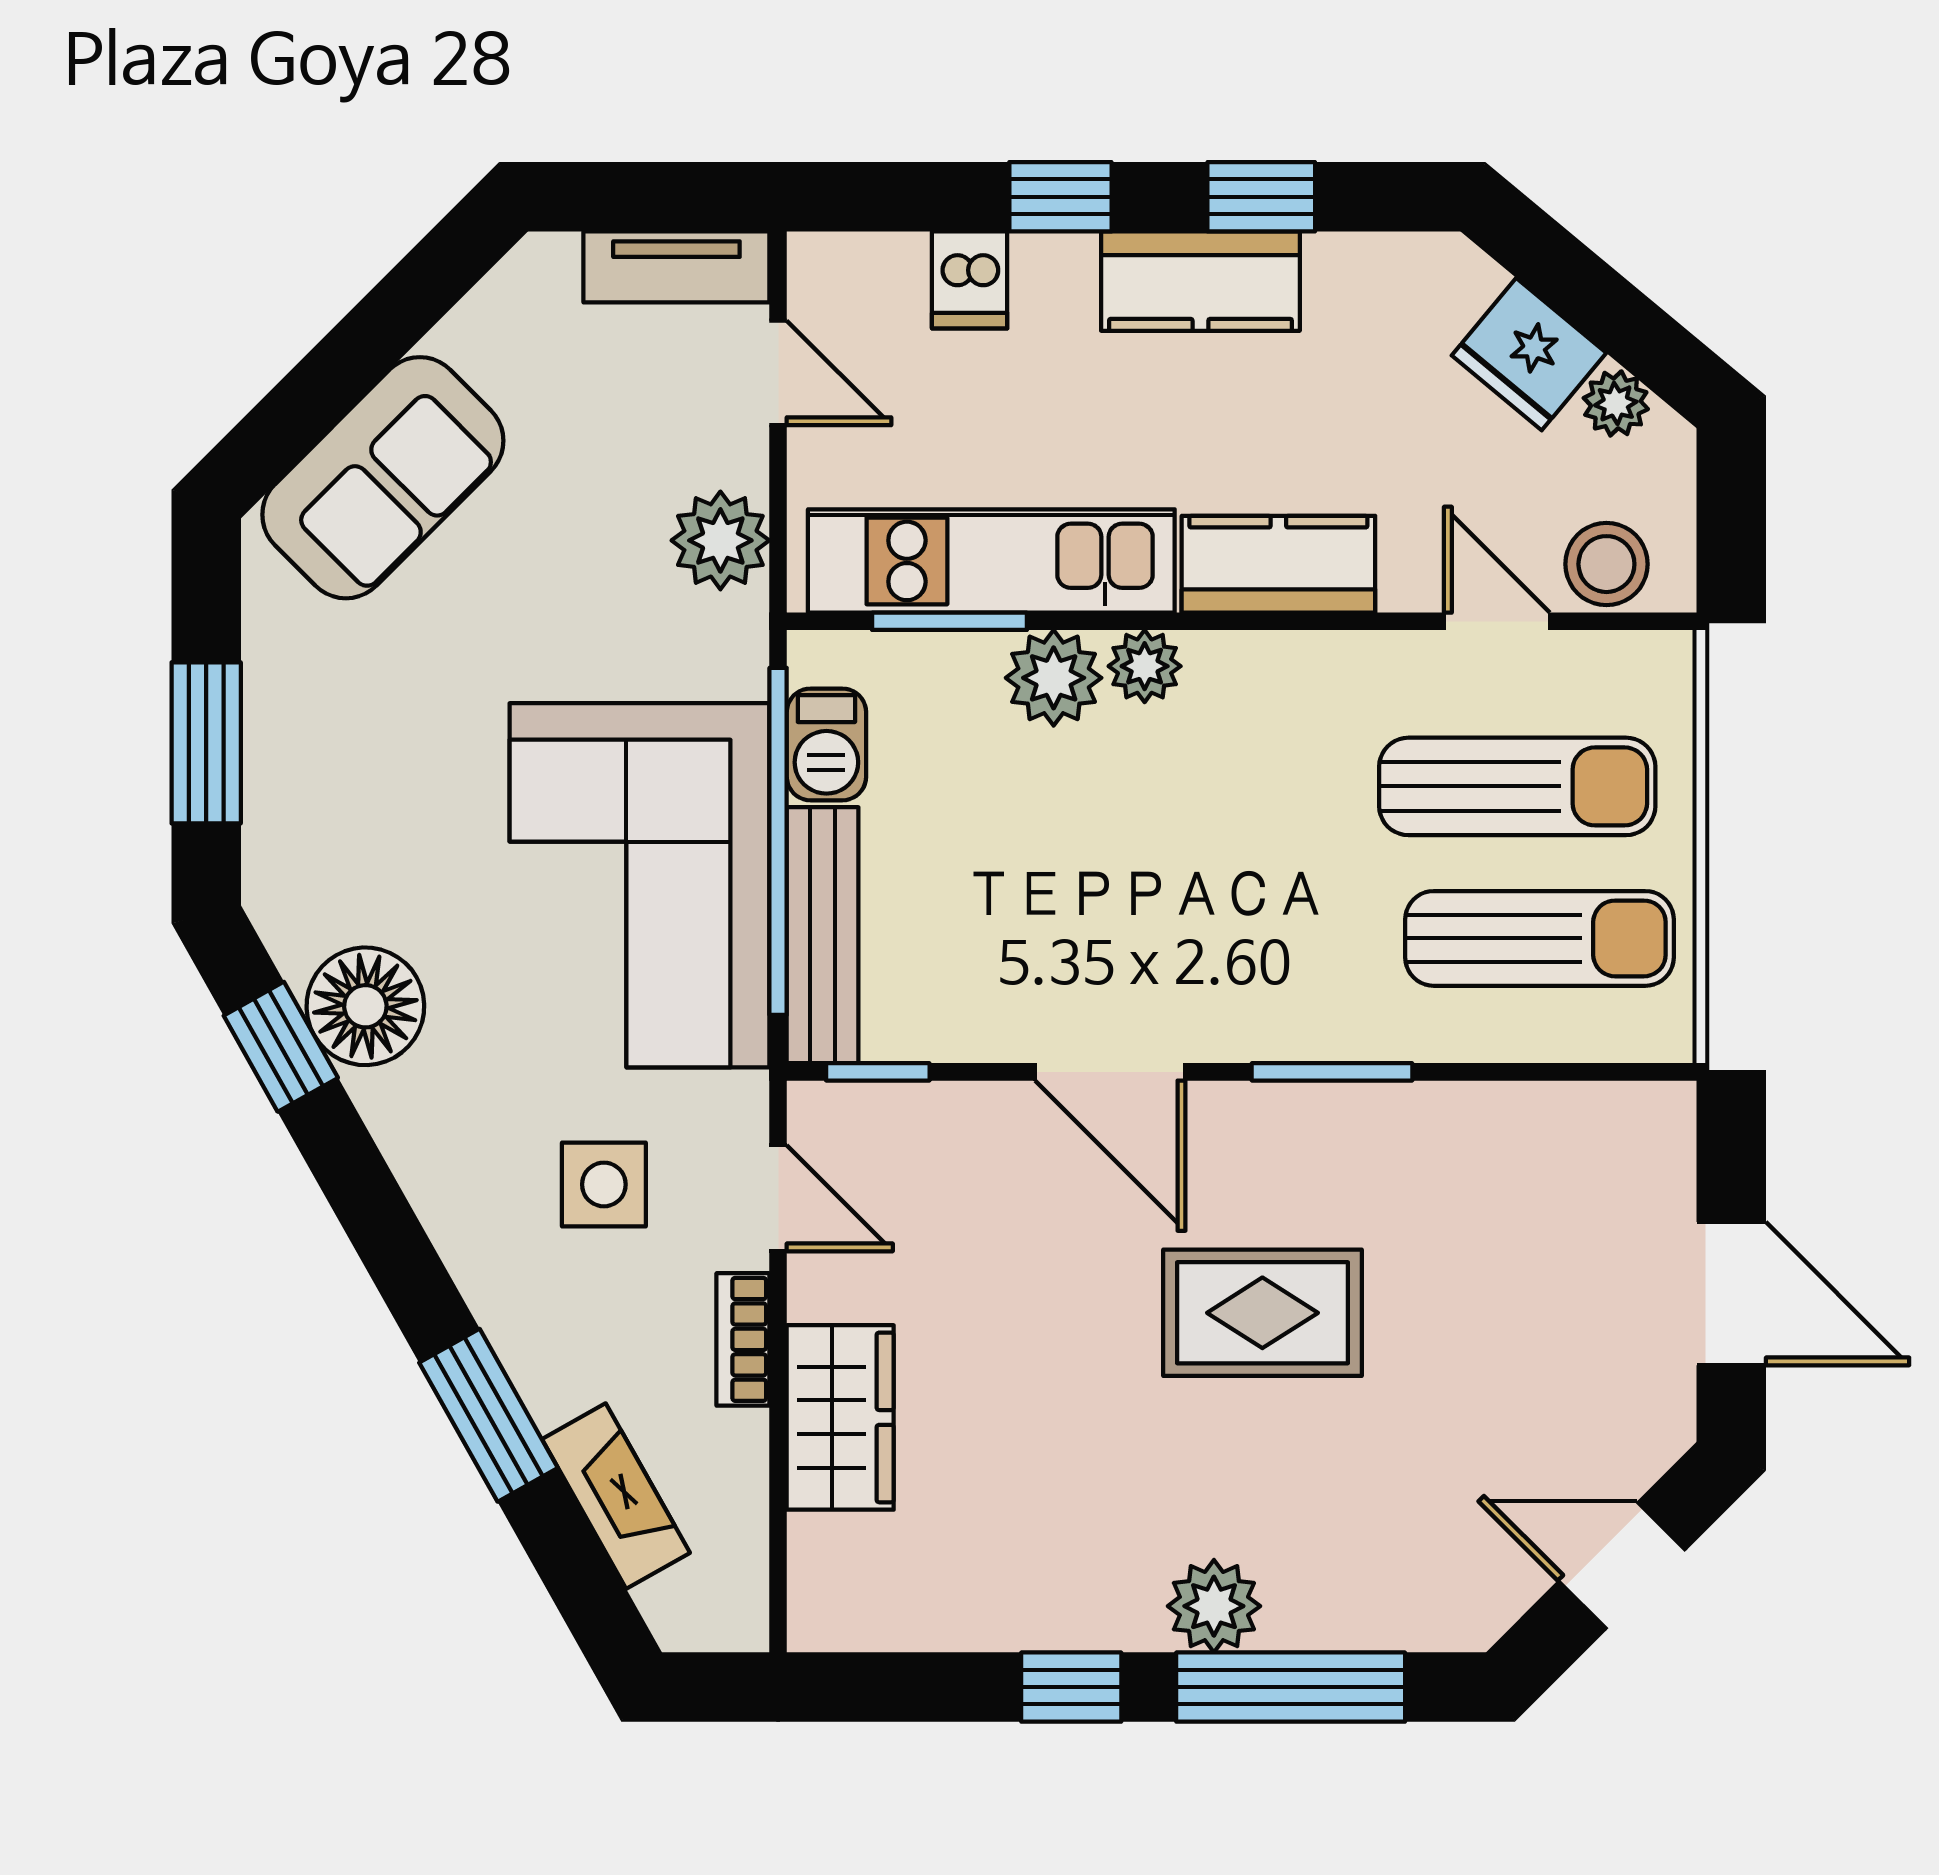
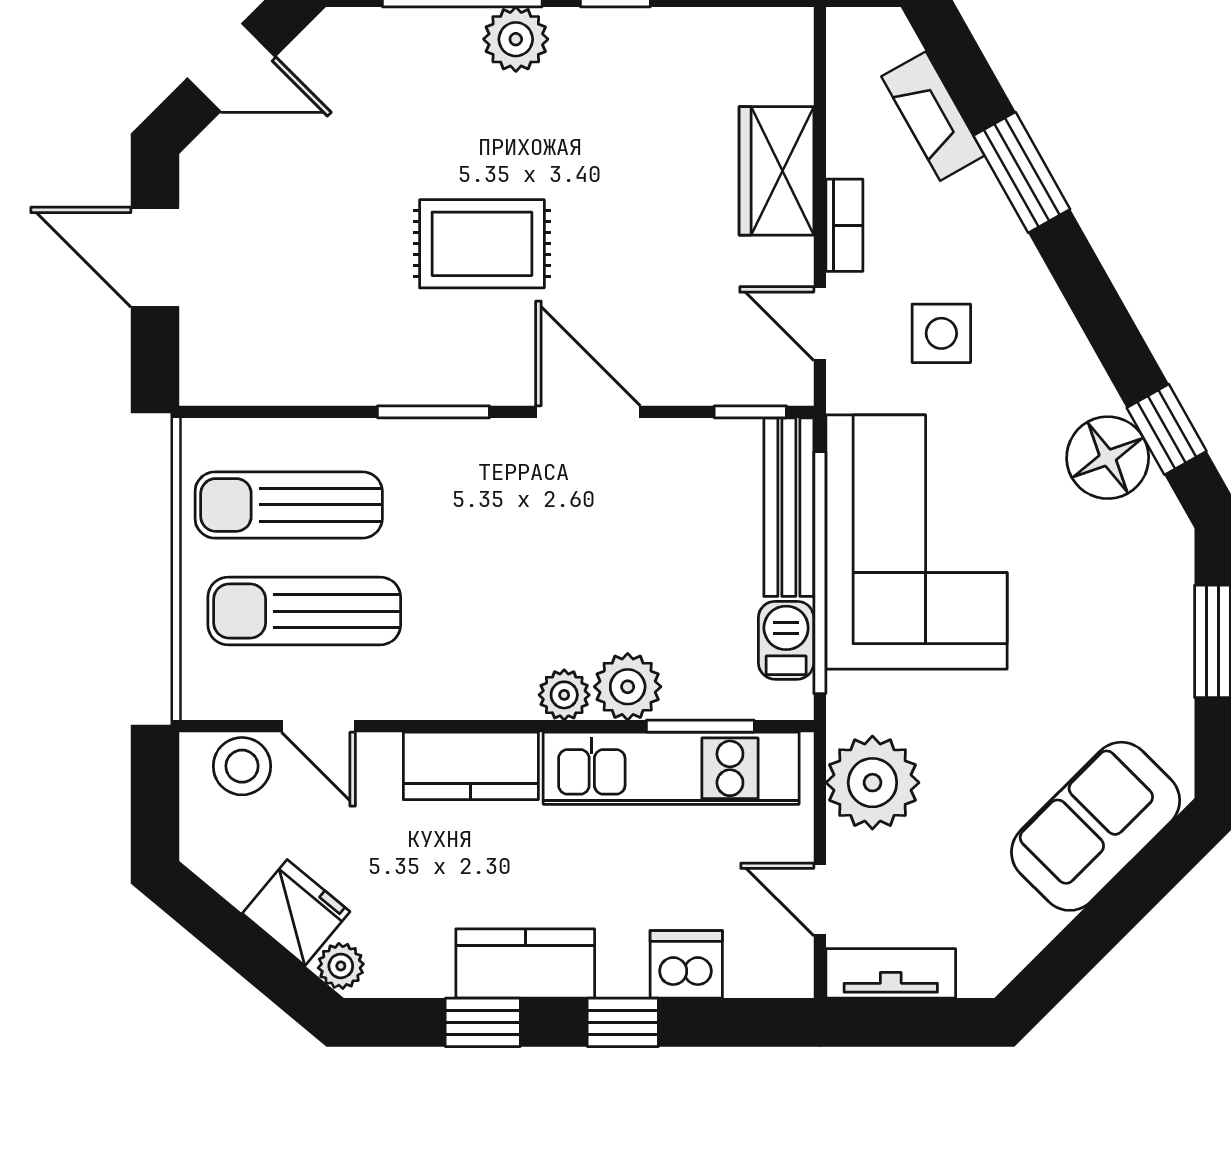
dishwasher: (970, 280) -> (686, 964), width x1.38
plant: (1616, 403) -> (341, 966), moved
plant: (720, 540) -> (872, 783), width x1.36, depth x1.36

